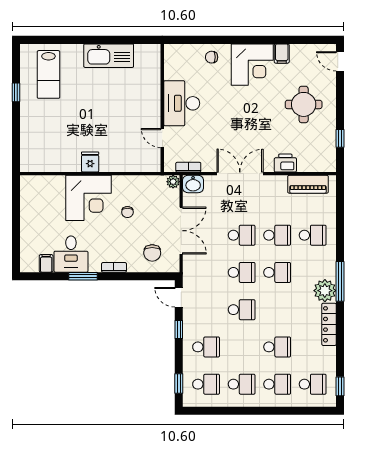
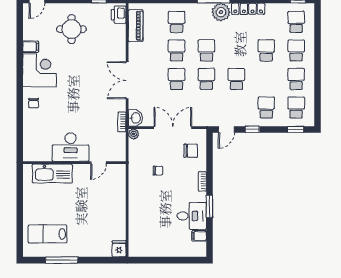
kitchen sink: (109, 56) -> (52, 174), moved, turned 90
lab bench: (48, 74) -> (47, 234), turned 180
window: (16, 92) -> (62, 260), width x2.17
desk: (182, 103) -> (71, 147), moved
wall: (162, 108) -> (74, 163), moved
door: (162, 138) -> (98, 163), moved
fridge: (90, 162) -> (119, 249), moved, turned 90
printer: (285, 163) -> (119, 15), moved
corner desk: (88, 198) -> (147, 202), removed

